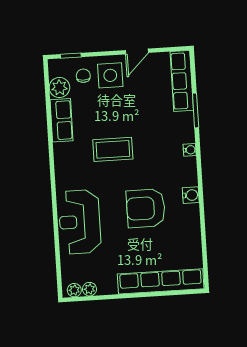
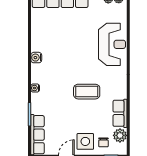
armchair: (146, 208) -> (67, 51), removed

